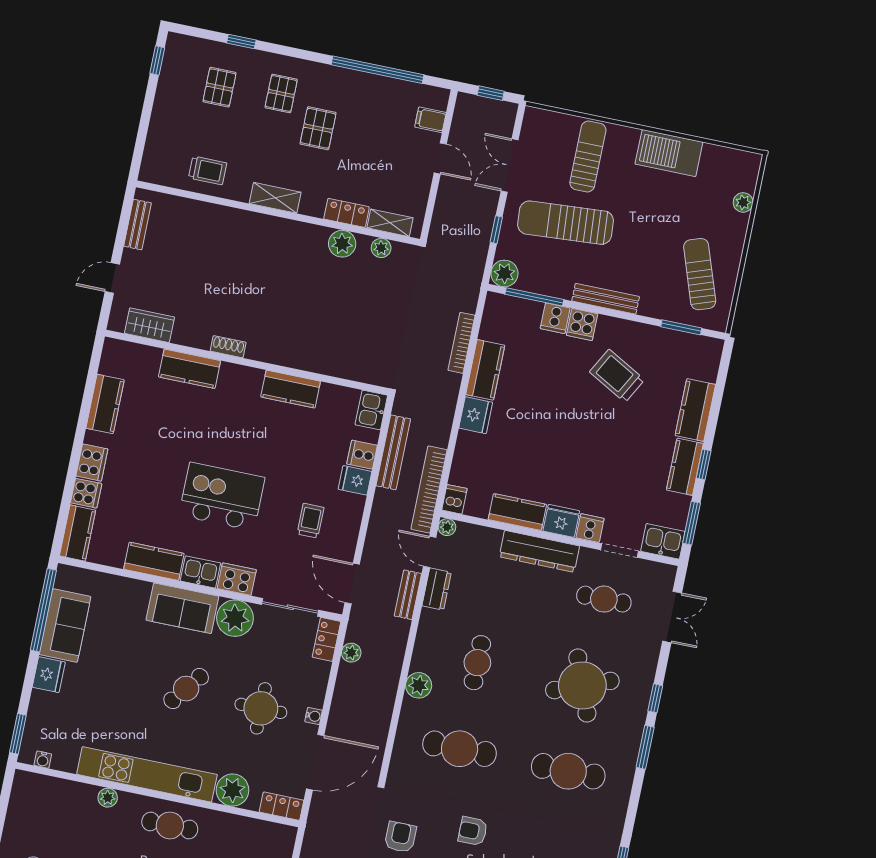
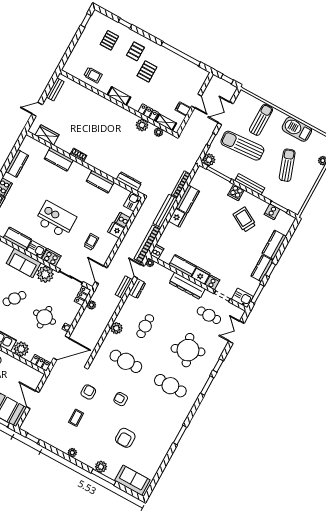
filing cabinet: (430, 120) -> (183, 109), moved
sun lounger: (700, 274) -> (287, 165), moved
cooker: (555, 318) -> (272, 212), moved
dresser: (351, 370) -> (129, 181), added
bench: (393, 452) -> (165, 211), moved
double door: (672, 617) -> (236, 332), swing flipped

